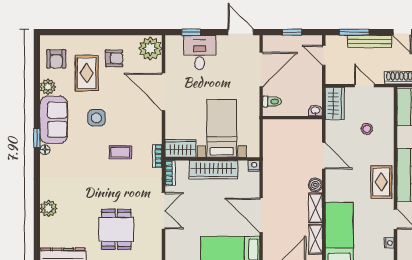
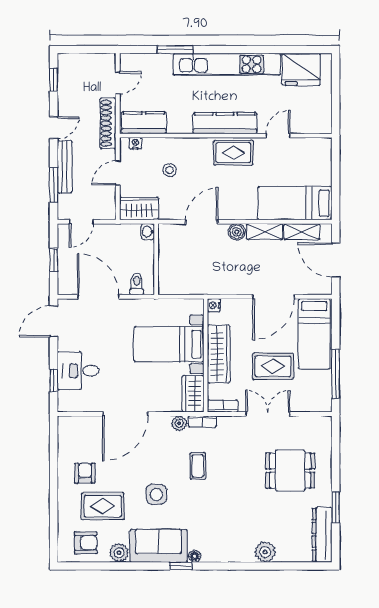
plant: (150, 48) -> (179, 423), moved, width x0.53, depth x0.53
rug: (203, 215) -> (273, 366), added
nightstand: (389, 243) -> (135, 143), moved

